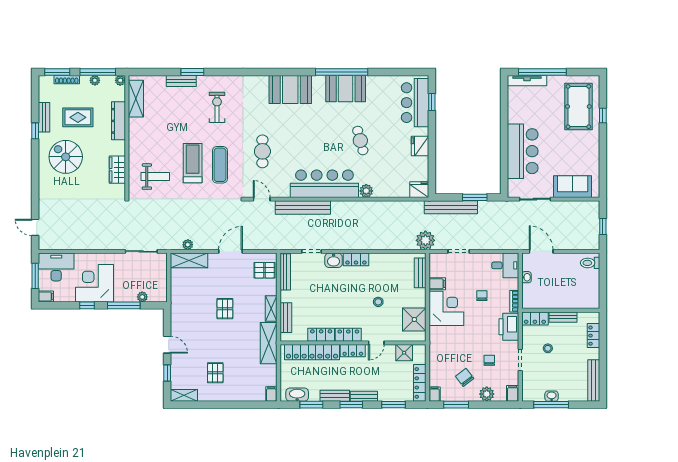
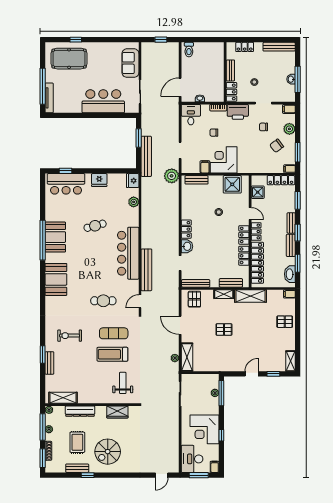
plant: (366, 191) -> (134, 202), moved
window: (124, 305) -> (221, 393), moved
pallet: (215, 373) -> (285, 322), moved

